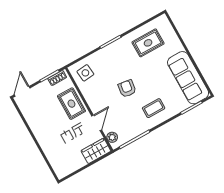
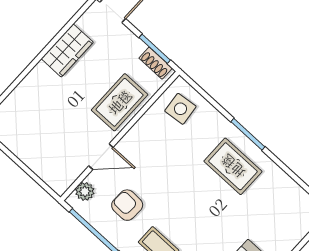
rug: (148, 43) -> (233, 166), moved
armchair: (127, 89) -> (127, 205), moved, turned -96
wardrobe: (96, 151) -> (67, 50), moved, turned 90

